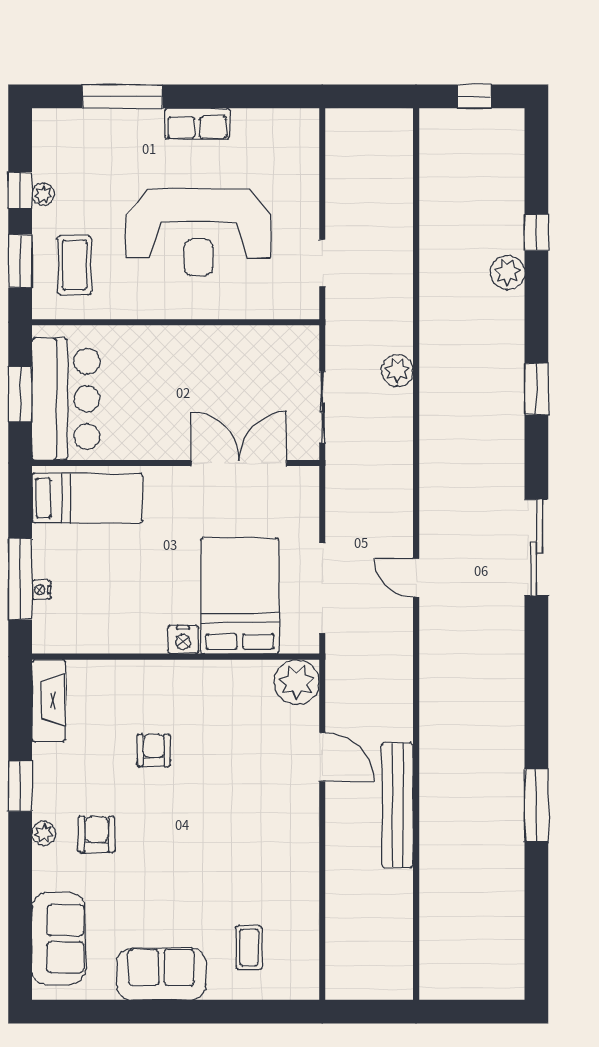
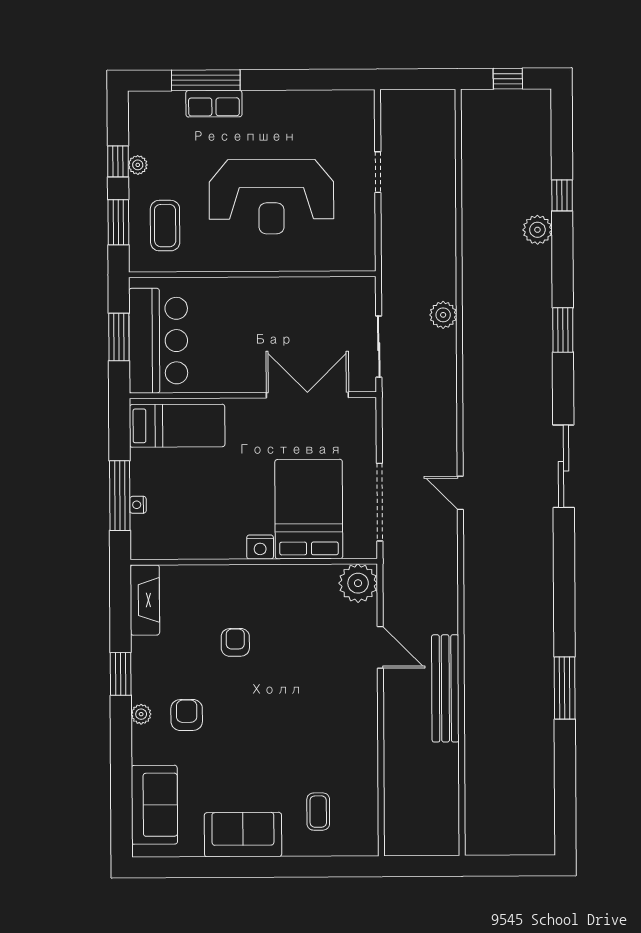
row of seats: (197, 124) -> (214, 104), moved
doorway: (322, 263) -> (378, 172), moved

